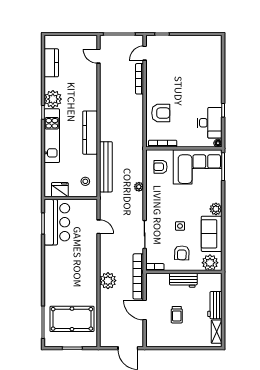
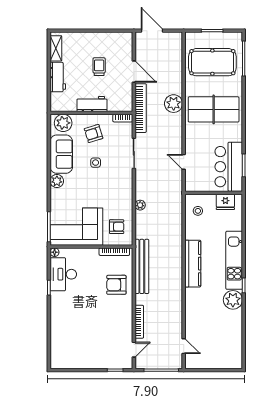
kitchen counter: (51, 63) -> (235, 339), removed
bench: (106, 167) -> (142, 266), moved
armchair: (182, 253) -> (94, 134), turned -109
table tennis table: (71, 275) -> (214, 109), added

